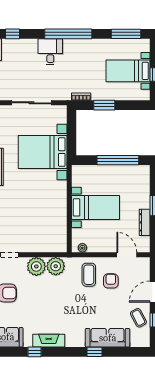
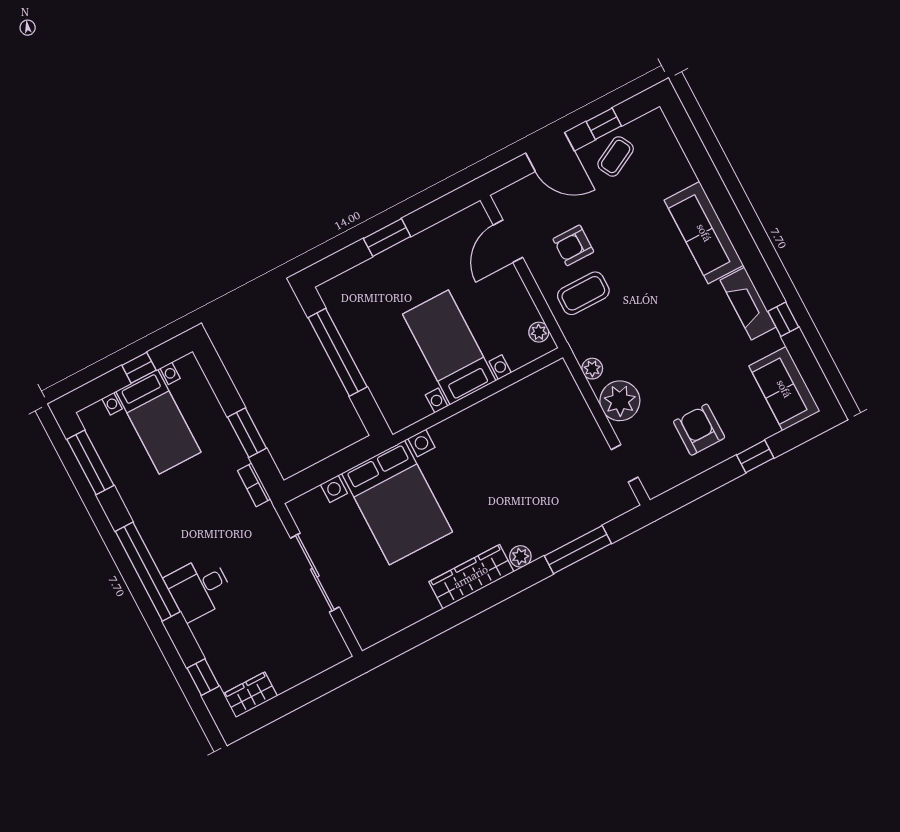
dresser: (145, 222) -> (429, 240), removed
plant: (56, 266) -> (592, 369), width x0.53, depth x0.53
sofa: (108, 338) -> (704, 233), moved
window: (94, 352) -> (724, 206), removed

